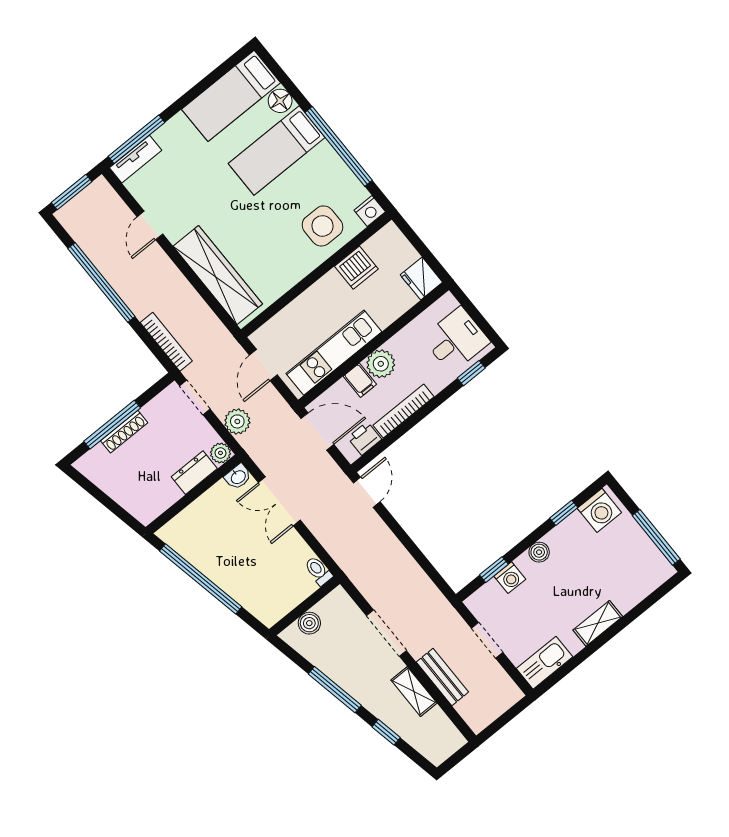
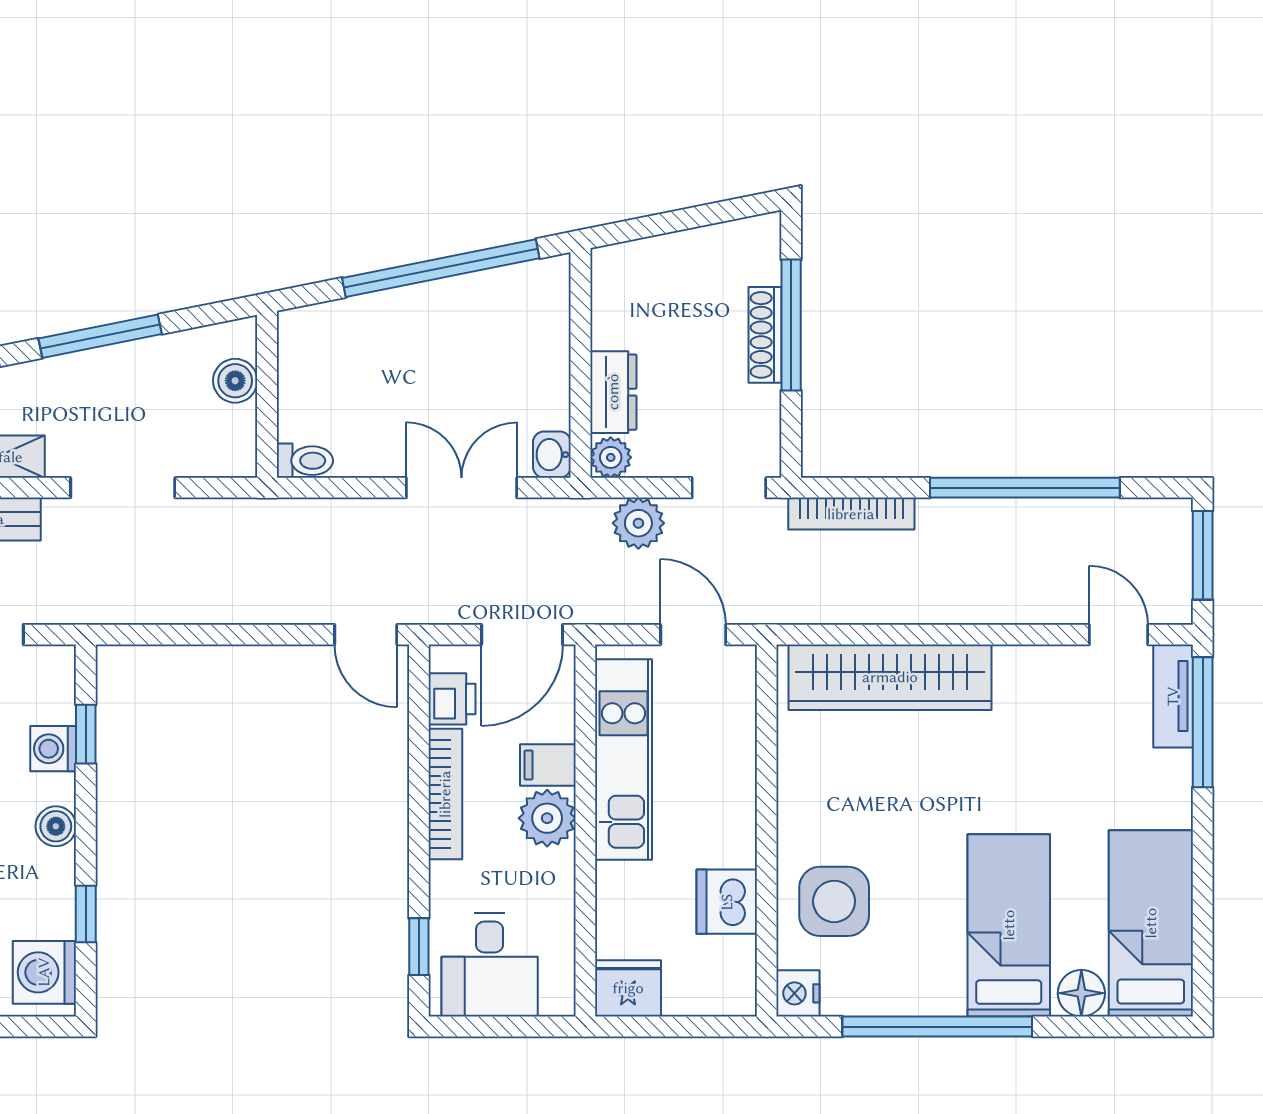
door: (150, 225) -> (1118, 635), moved

